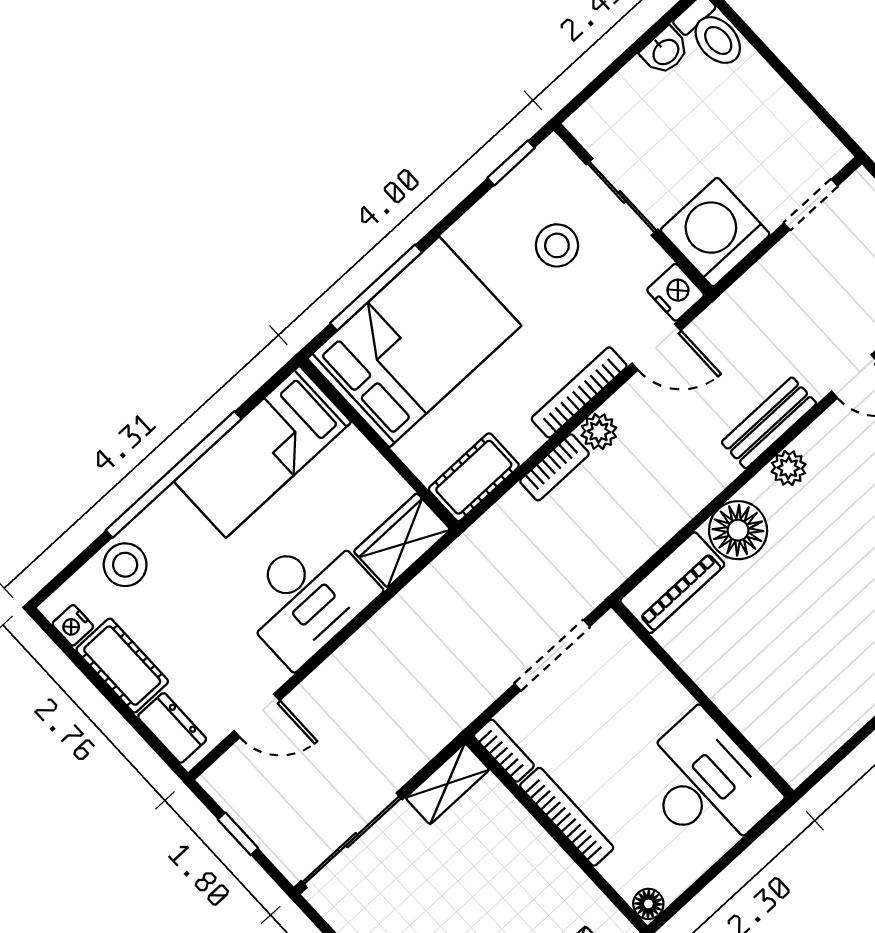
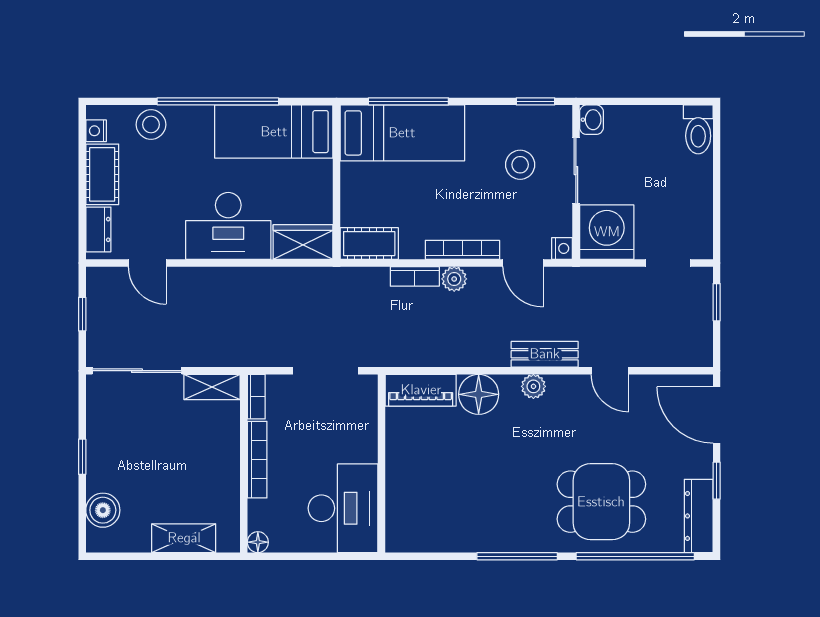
washbasin: (665, 51) -> (591, 120), moved, turned -90
nightstand: (676, 292) -> (562, 248), width x0.72, depth x0.74
bed: (414, 342) -> (402, 133), width x0.67

